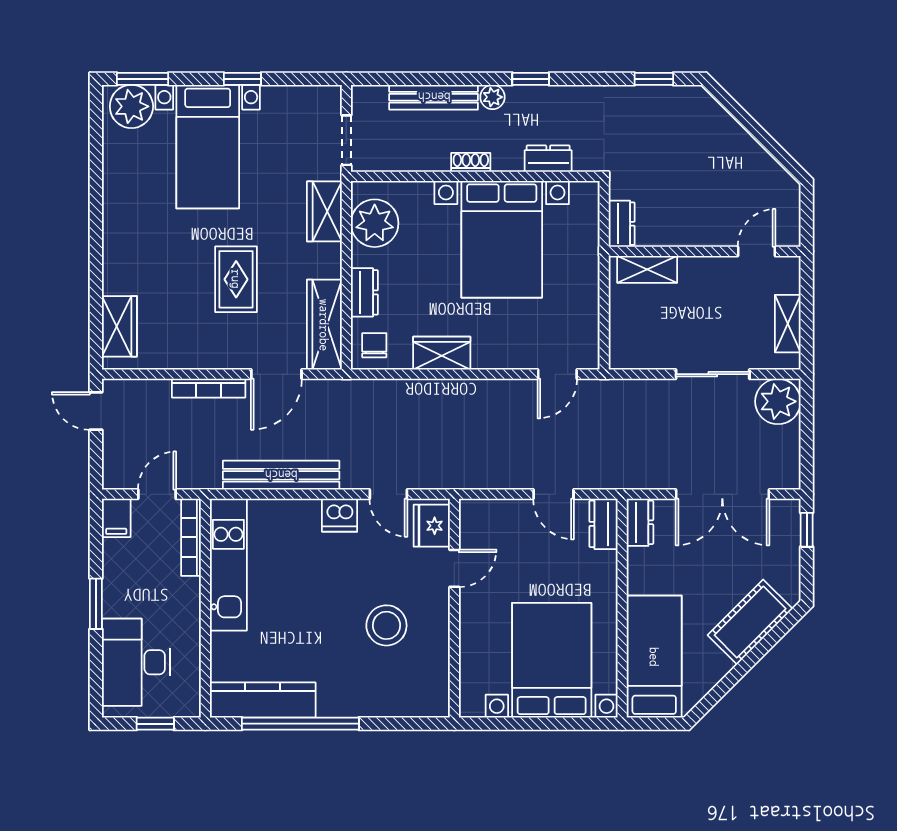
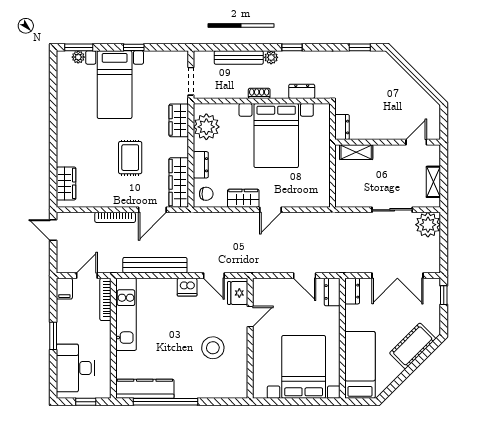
plant: (131, 106) -> (78, 57), width x0.53, depth x0.53
chair: (374, 345) -> (206, 194), turned 90
door: (557, 374) -> (271, 210), moved

